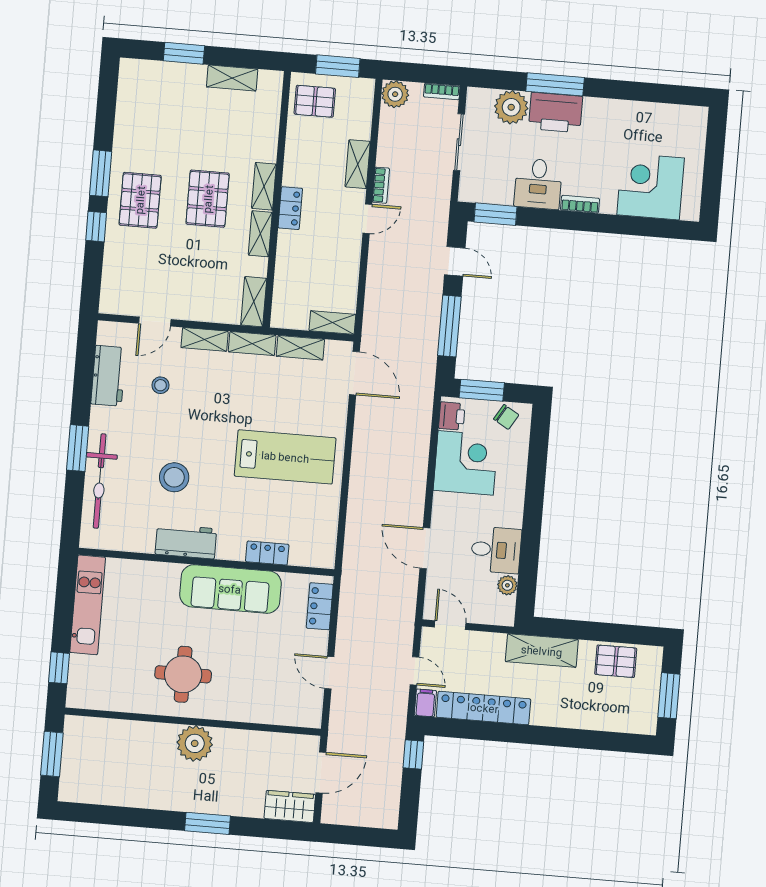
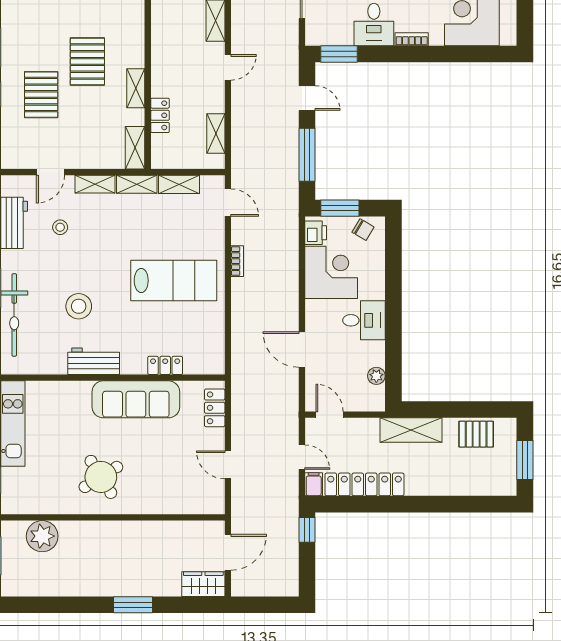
bookcase: (381, 185) -> (237, 261), moved
shelving: (264, 186) -> (136, 47), removed
pallet: (140, 200) -> (41, 95), moved
locker: (290, 208) -> (160, 115), moved
shelving: (332, 323) -> (216, 134), moved, turned 90
door: (354, 373) -> (228, 203), width x0.73
desk: (496, 550) -> (364, 320), moved
round table: (183, 674) -> (101, 477), turned -32
plant: (195, 743) -> (42, 536), moved

